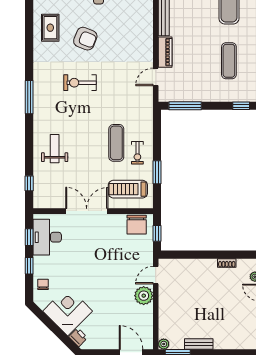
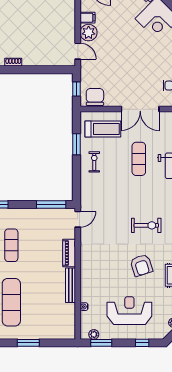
armchair: (85, 39) -> (141, 265), turned -130
door: (156, 77) -> (78, 219), moved
exercise mat: (116, 143) -> (139, 159), moved
door: (156, 275) -> (78, 51), hinge flipped
filing cabinet: (145, 312) -> (87, 18), added

